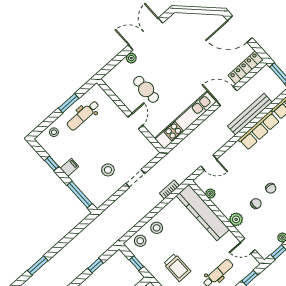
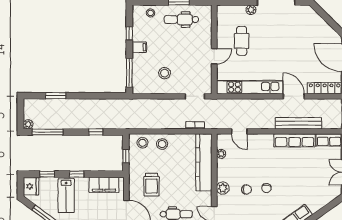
doorway: (135, 178) -> (195, 96), moved

